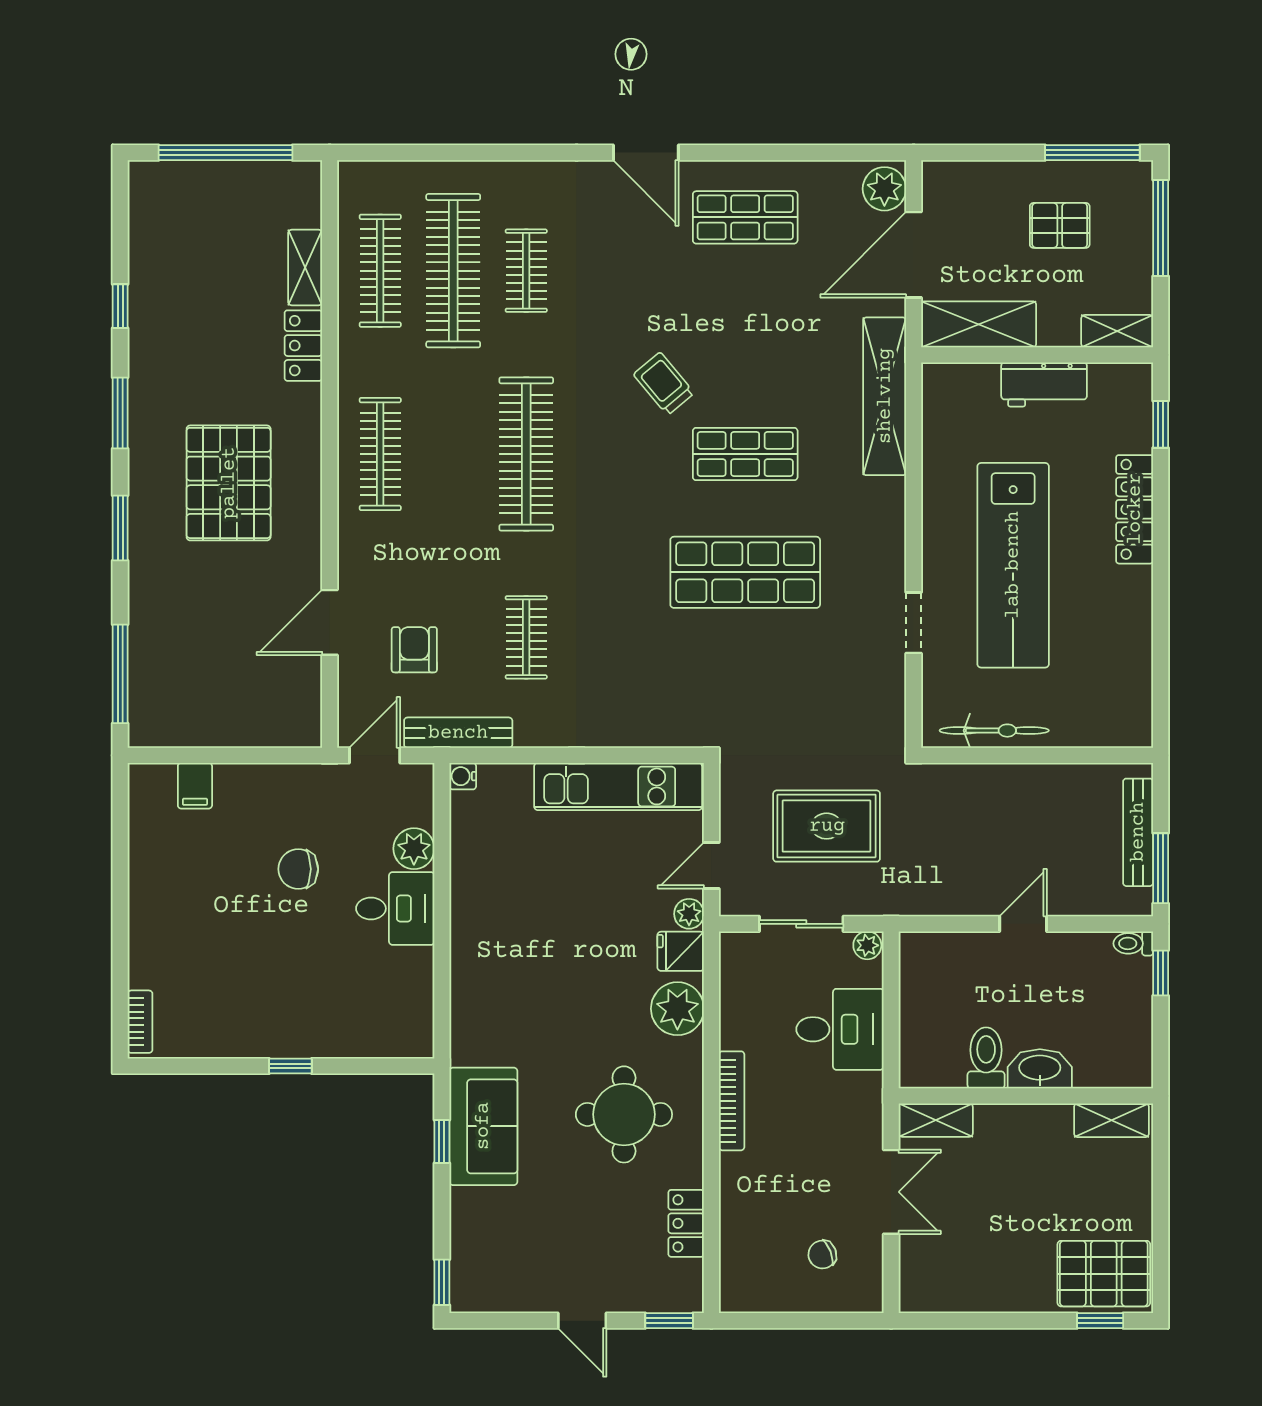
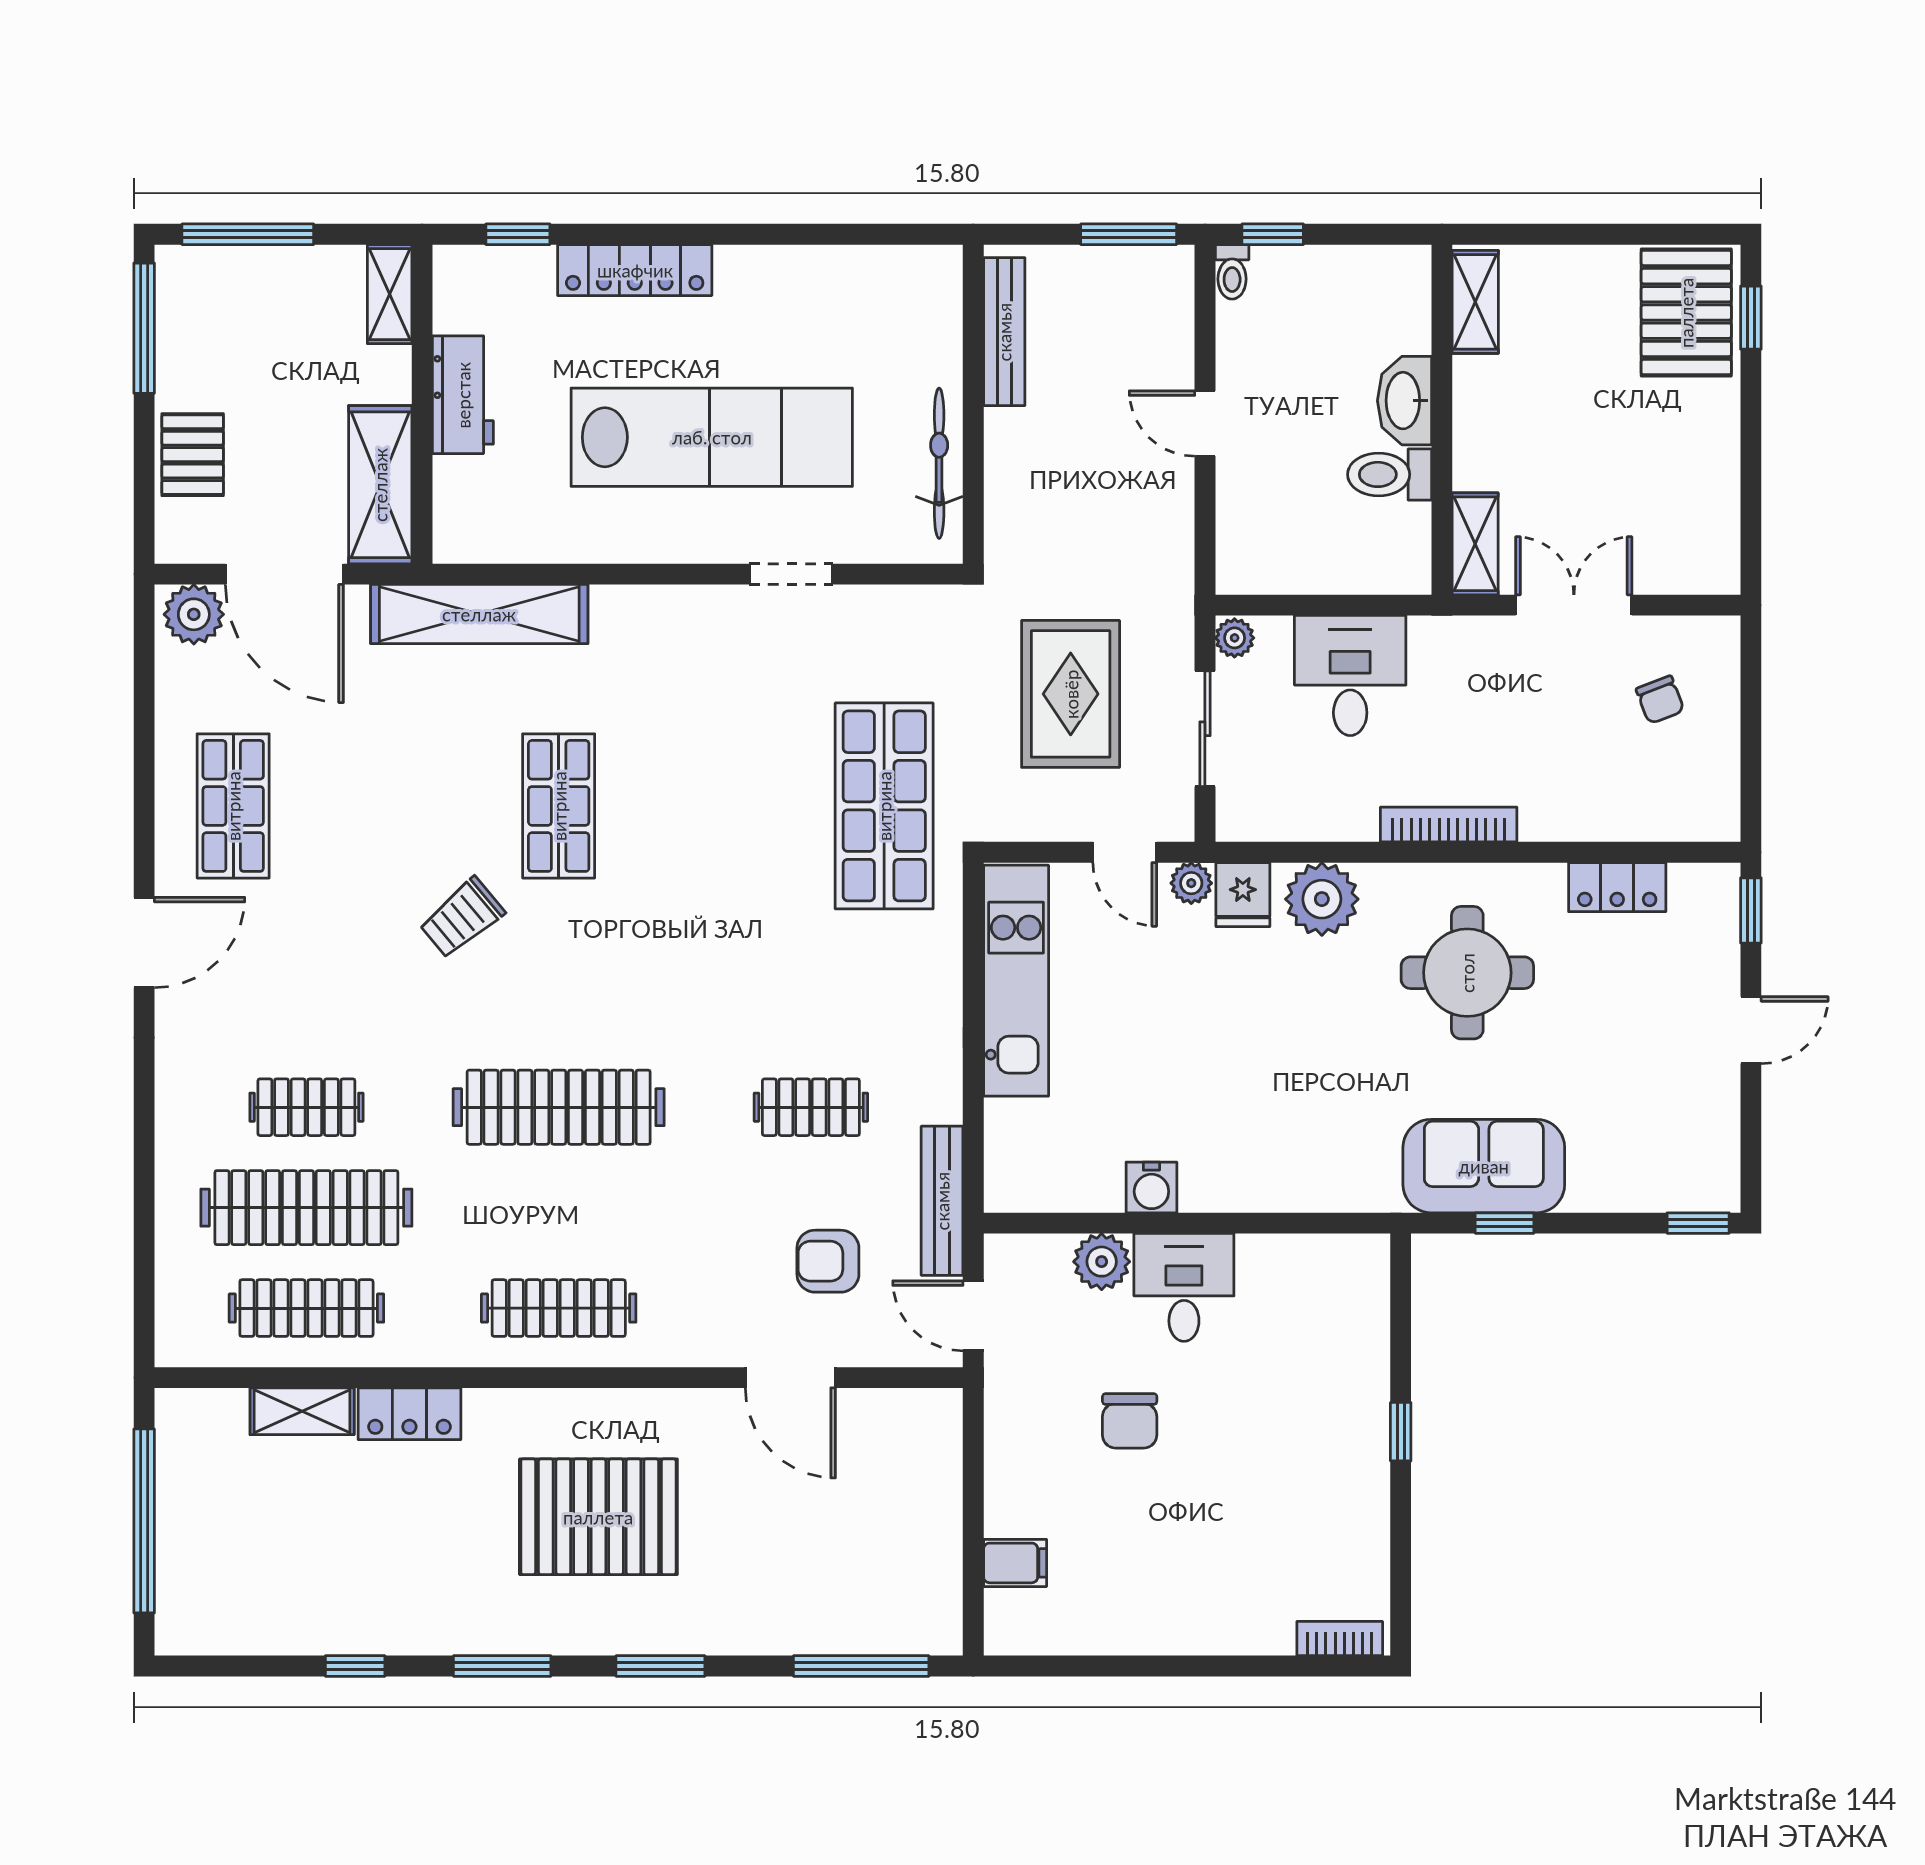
pallet: (1060, 225) -> (193, 455), moved
shop shelf: (745, 572) -> (884, 806), moved
water cooler: (463, 776) -> (1151, 1187), moved, width x1.38, depth x1.38
bench: (1138, 832) -> (1004, 332), moved, turned 90

